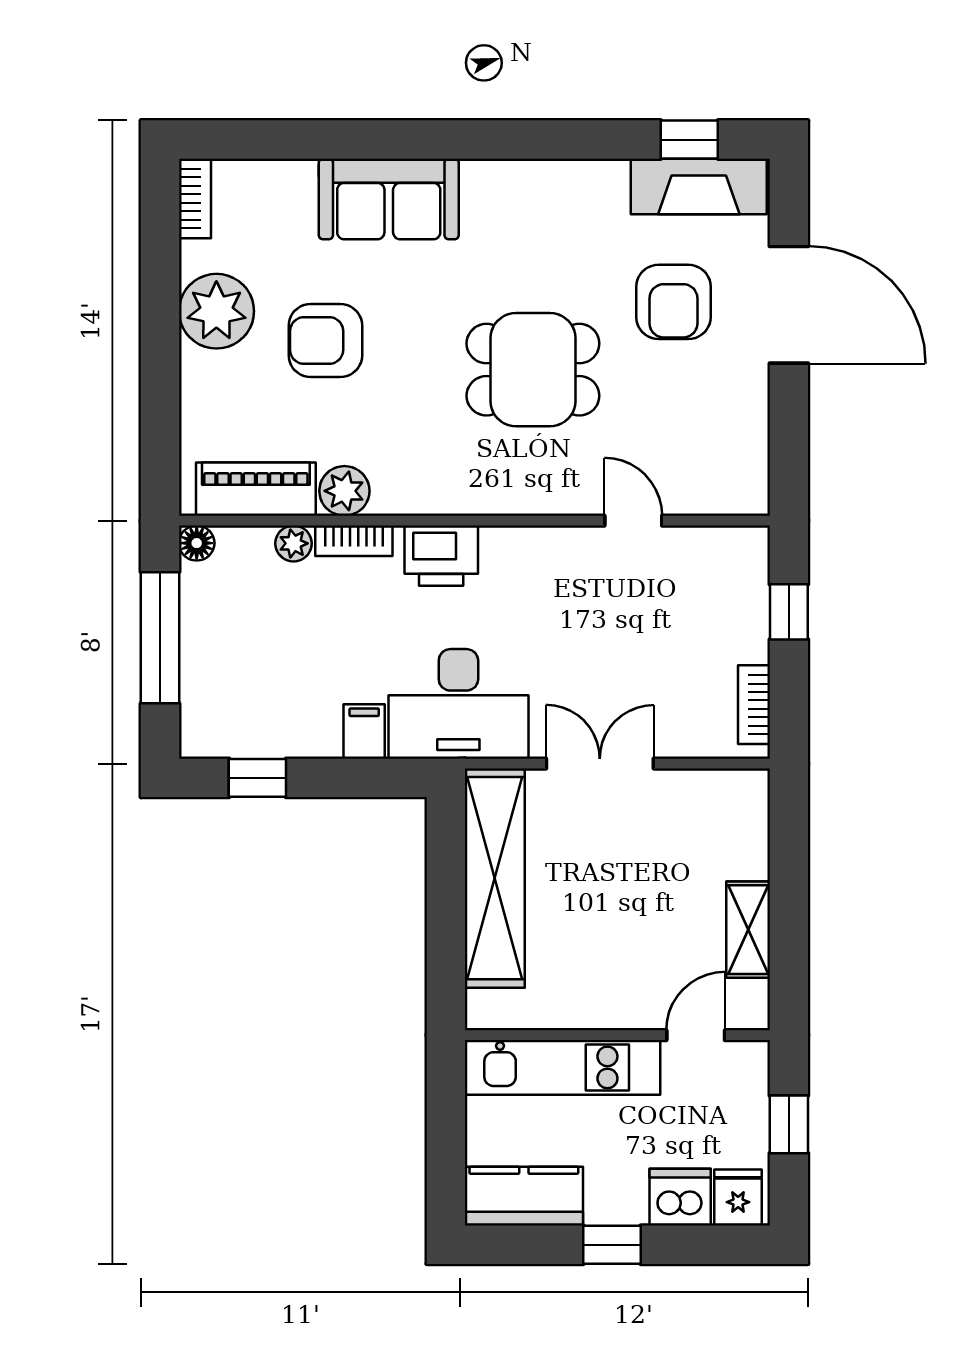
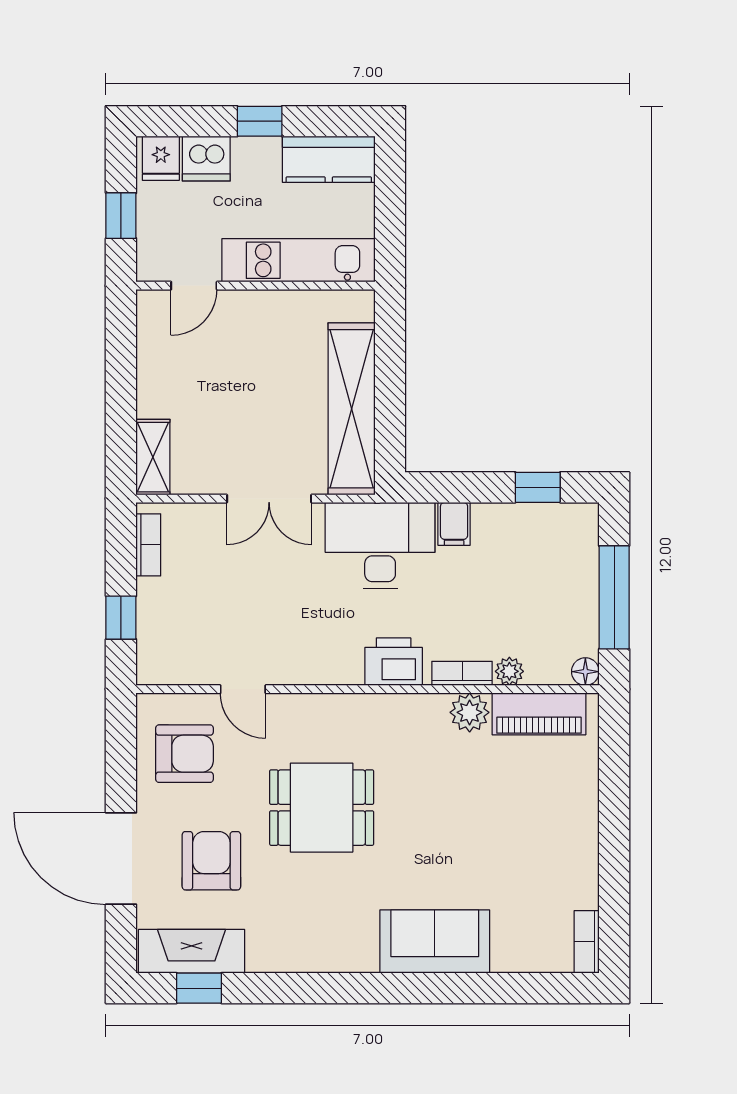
plant: (216, 311) -> (570, 853), removed
armchair: (325, 341) -> (184, 754), moved
shelving: (748, 930) -> (153, 457), moved

